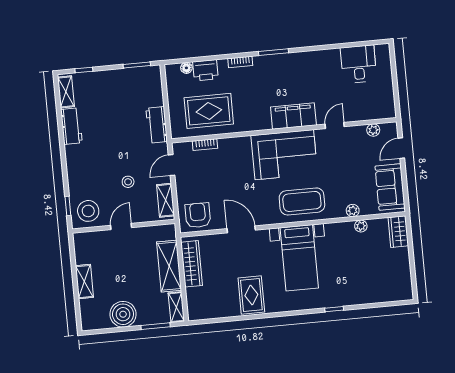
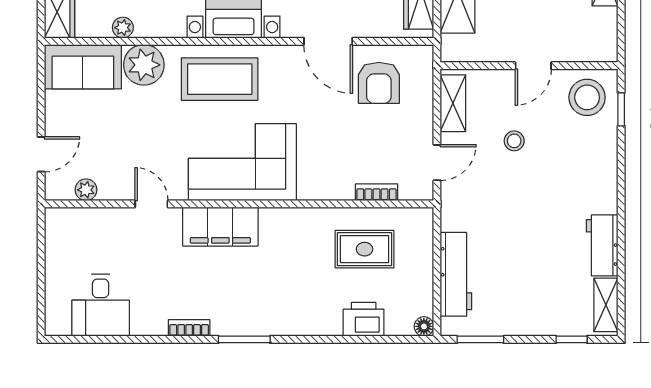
bookcase: (240, 62) -> (189, 328), moved
floor lamp: (186, 68) -> (424, 326), moved
rug: (209, 111) -> (365, 249), width x0.73, depth x0.70
workbench: (157, 125) -> (456, 274), moved, width x1.38
door: (335, 125) -> (151, 204), swing flipped
sofa: (390, 187) -> (83, 67), moved, turned 90
plant: (353, 211) -> (144, 65), width x1.88, depth x1.88
armchair: (198, 215) -> (379, 83), moved

